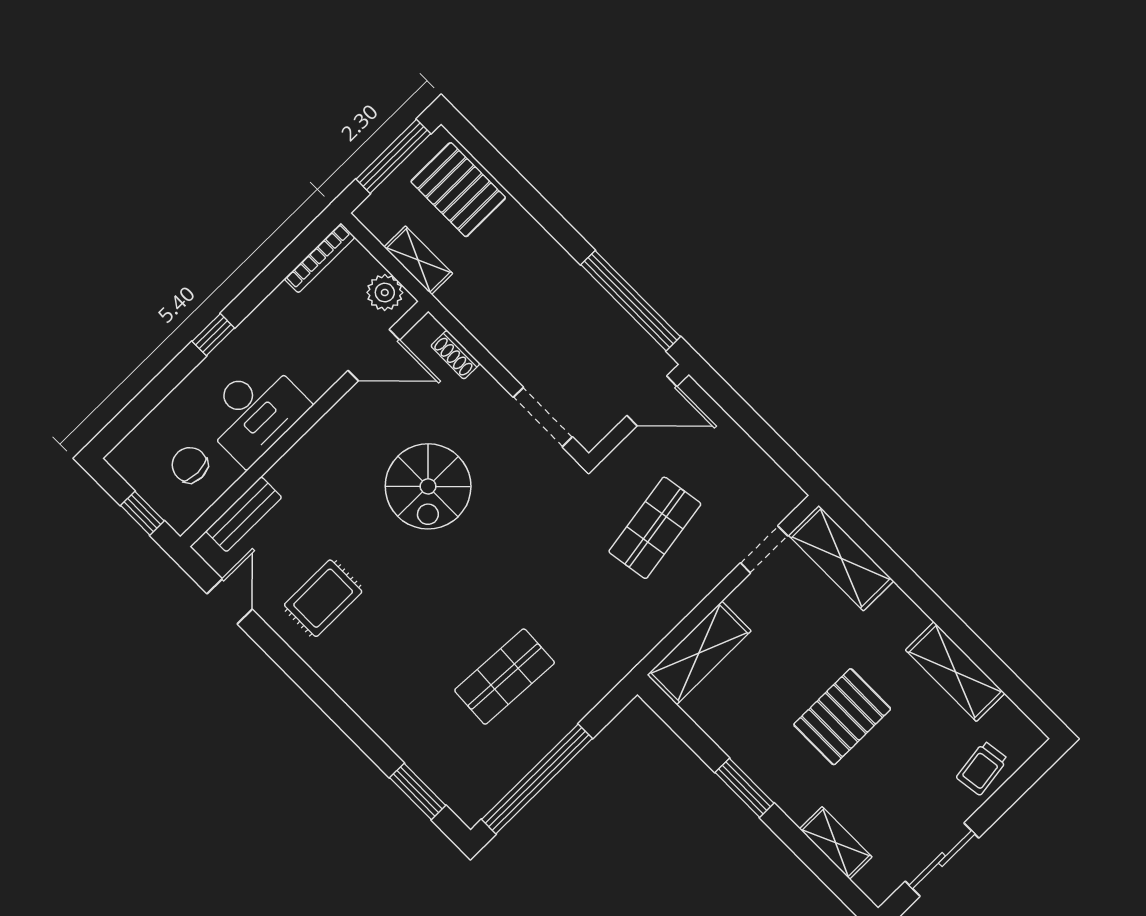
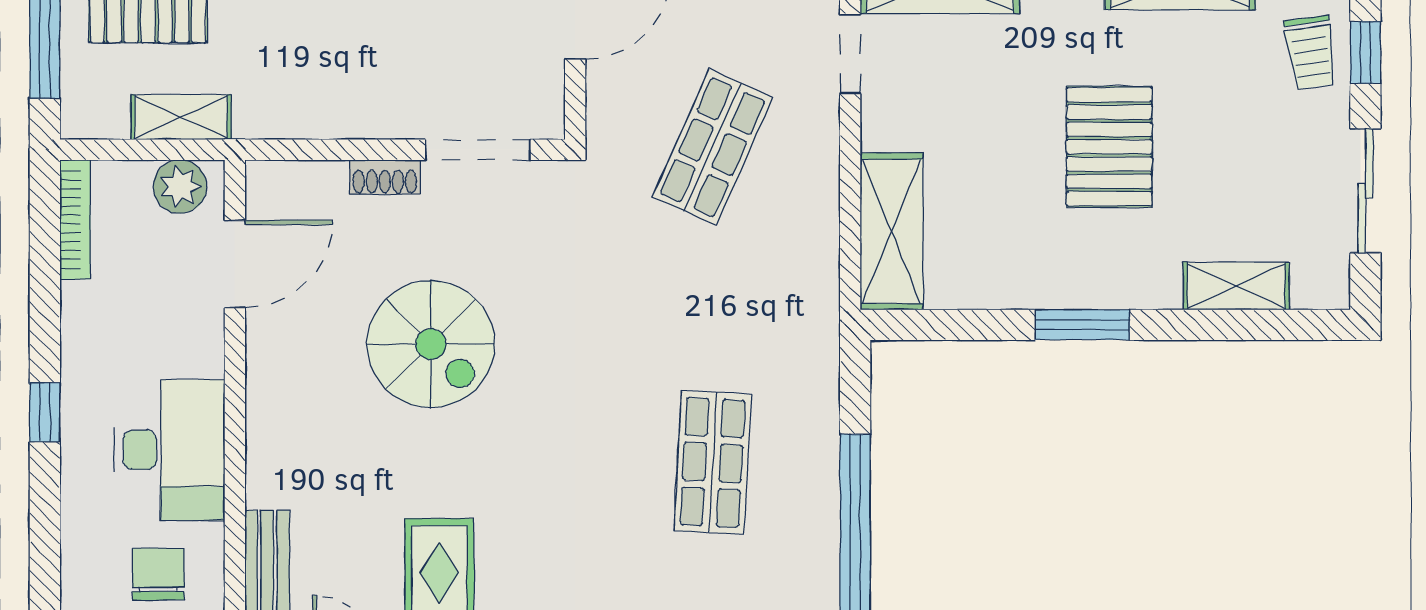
shoe rack: (455, 355) -> (385, 177), moved
chair: (190, 465) -> (158, 574), turned 90
shop shelf: (655, 528) -> (713, 147), turned 33
window: (1008, 794) -> (1365, 52), added

